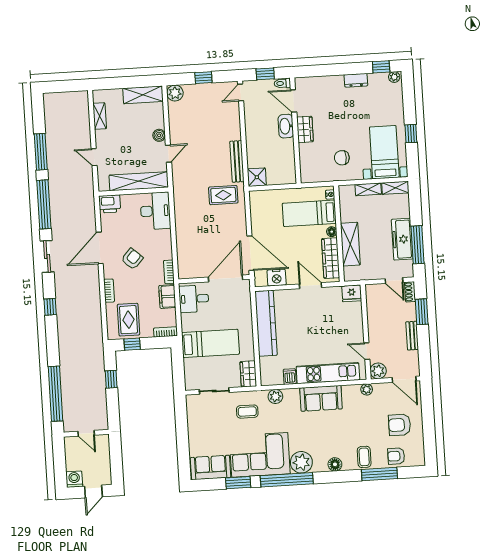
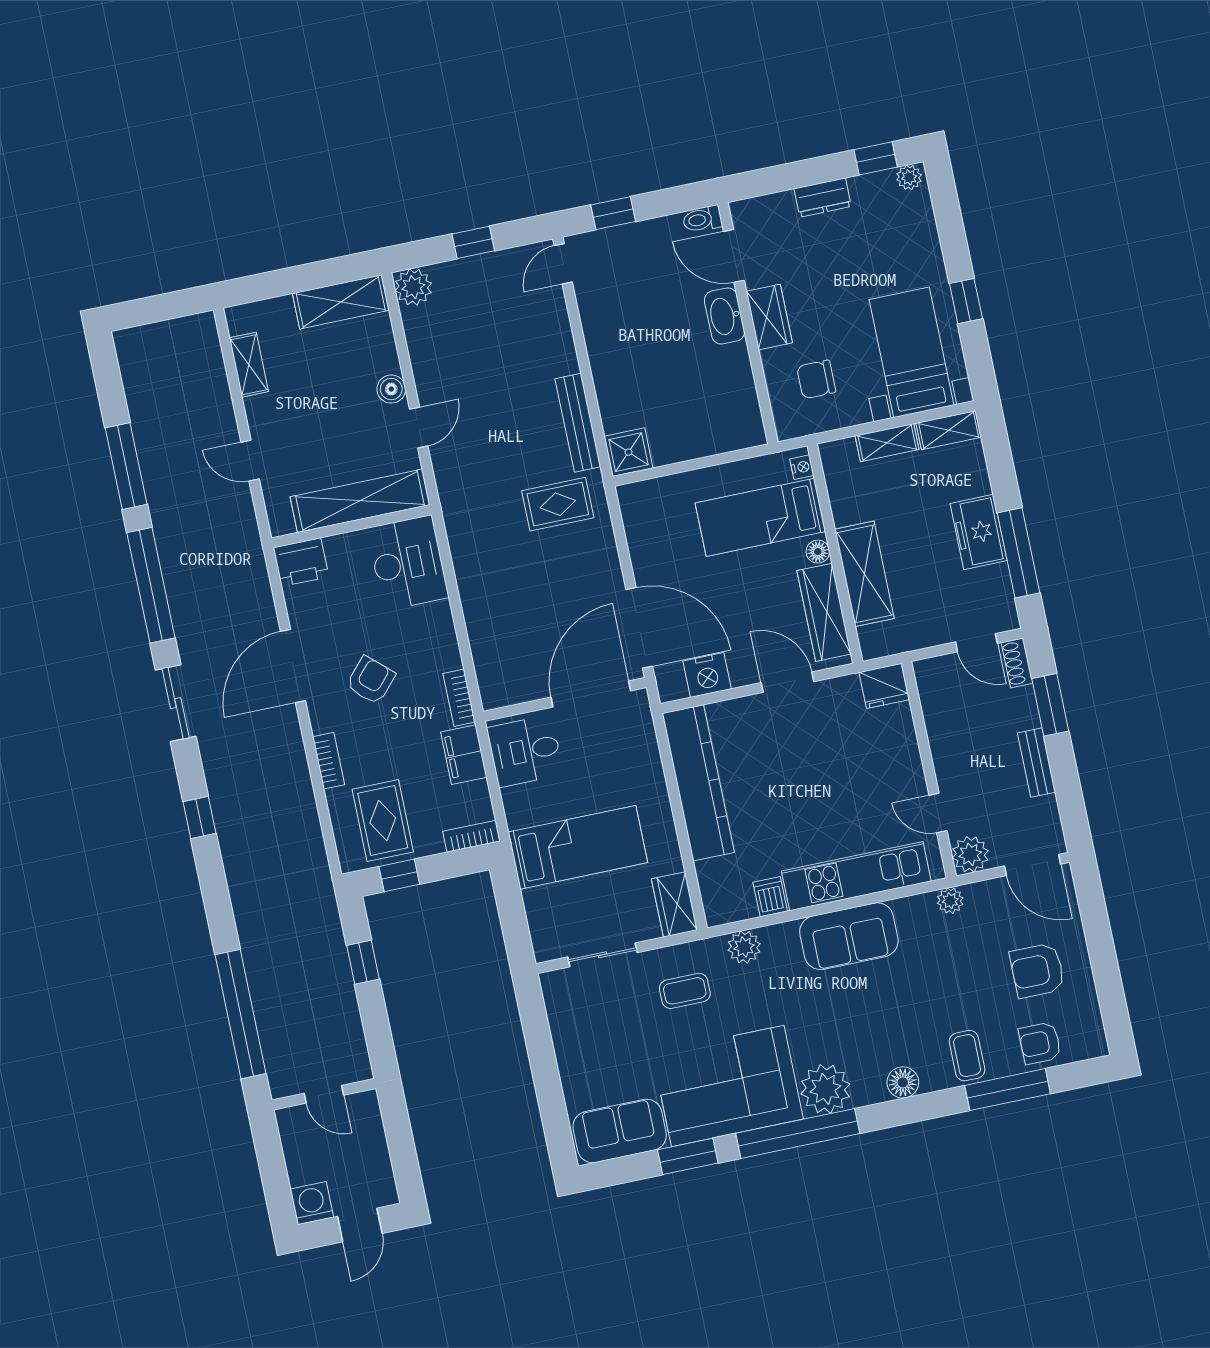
toilet: (282, 83) -> (702, 219), moved
door: (294, 101) -> (734, 256), moved
washbasin: (286, 126) -> (725, 316), moved
wardrobe: (305, 129) -> (769, 317), moved
wall: (295, 131) -> (748, 323), moved
freezer: (402, 239) -> (979, 532), width x0.71

